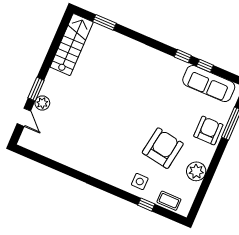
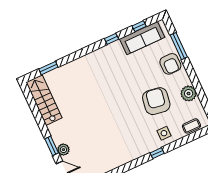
window: (205, 66) -> (139, 26), moved
armchair: (208, 130) -> (170, 64), turned 180
window: (146, 205) -> (157, 153), moved

